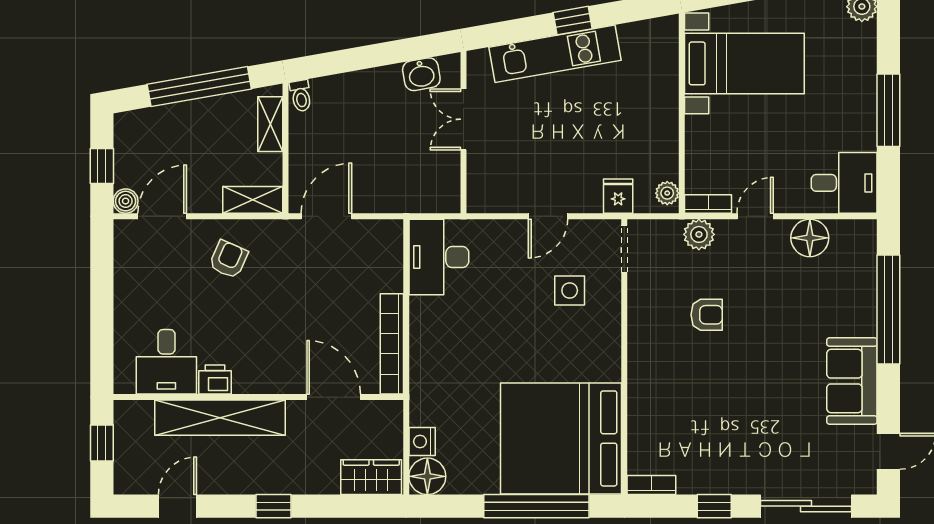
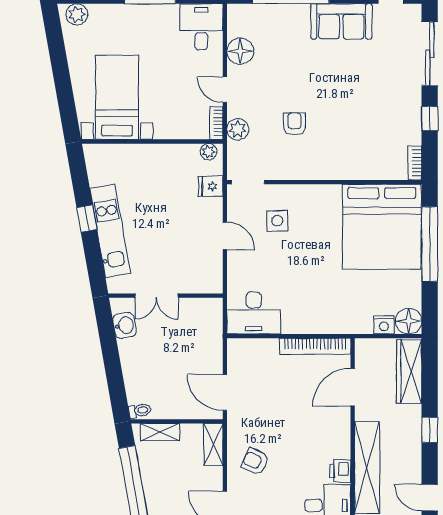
wardrobe: (371, 477) -> (409, 371), width x1.50

